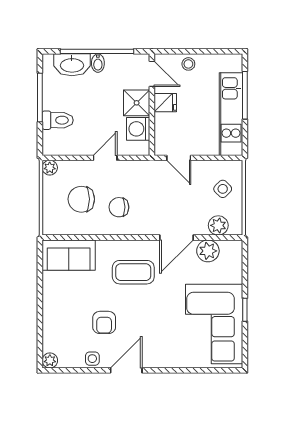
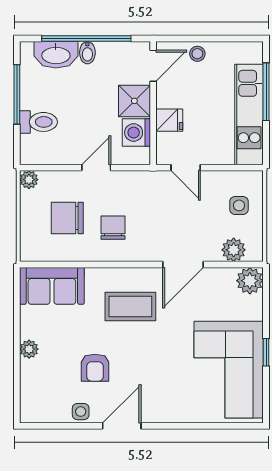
door: (152, 74) -> (153, 66), hinge flipped
fridge: (165, 103) -> (169, 120), moved
side table: (223, 189) -> (239, 205), turned 45
chair: (119, 207) -> (113, 228), turned 90
plant: (208, 251) -> (250, 281), moved
plant: (50, 360) -> (29, 349), moved

